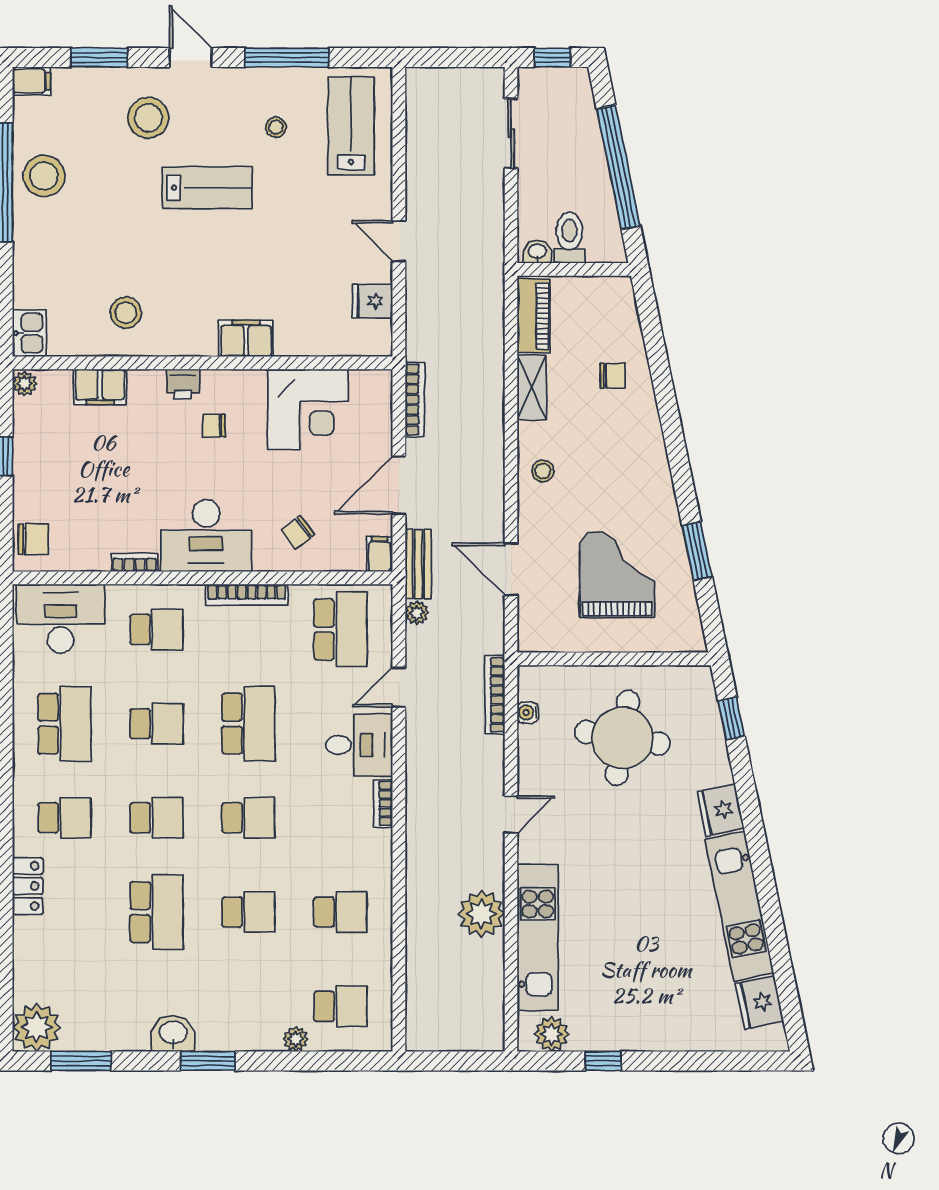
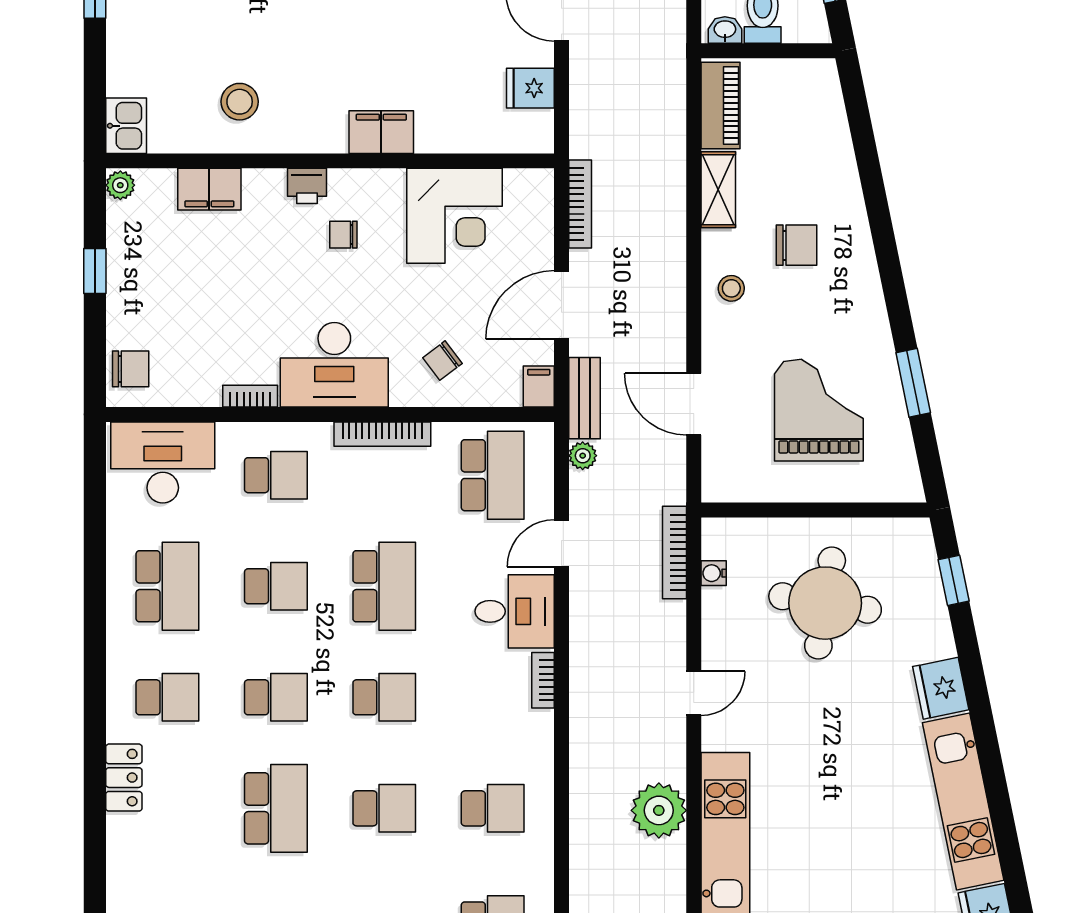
chair: (613, 376) -> (797, 245), moved, width x1.37, depth x1.37

